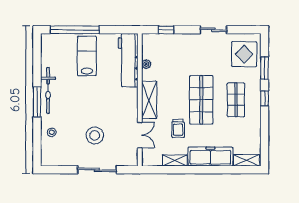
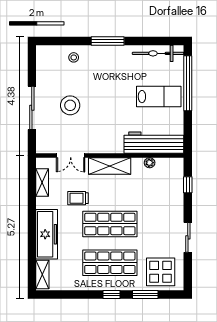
bicycle: (48, 90) -> (158, 53), moved
shop shelf: (236, 100) -> (110, 263), width x1.43, depth x1.36
shelving: (175, 161) -> (42, 183), moved

